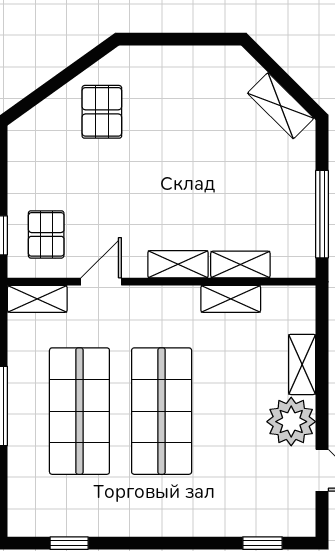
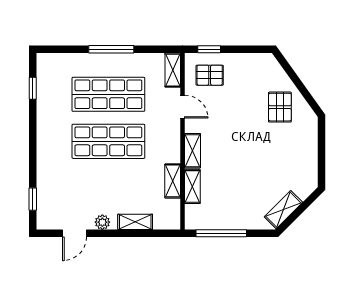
pallet: (102, 112) -> (280, 107), turned 90
plant: (291, 422) -> (102, 222), width x0.53, depth x0.53

